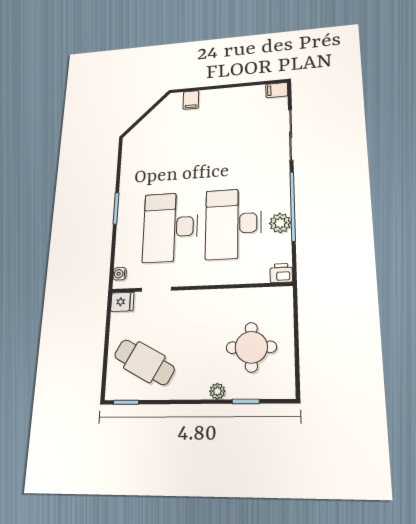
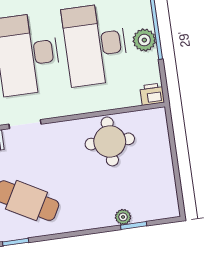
round table: (251, 347) -> (110, 141), moved
plant: (217, 391) -> (123, 217), moved

